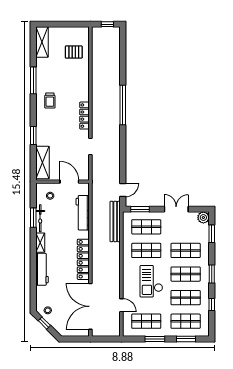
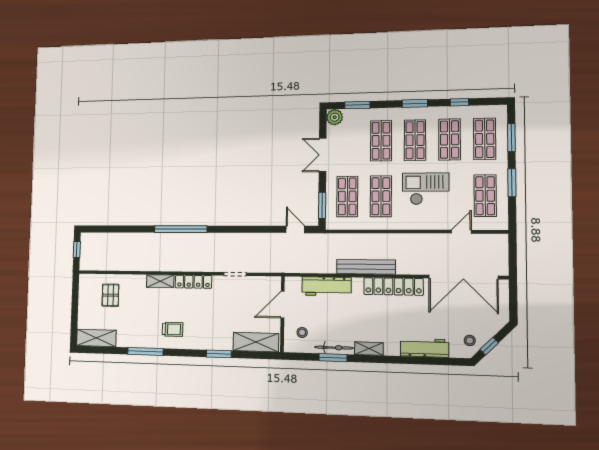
shelving: (85, 90) -> (160, 281), added
bench: (115, 221) -> (366, 267), moved
workbench: (42, 269) -> (424, 348), moved
checkout: (151, 281) -> (426, 189), turned 180

